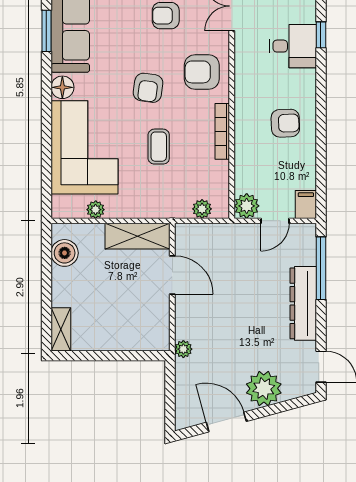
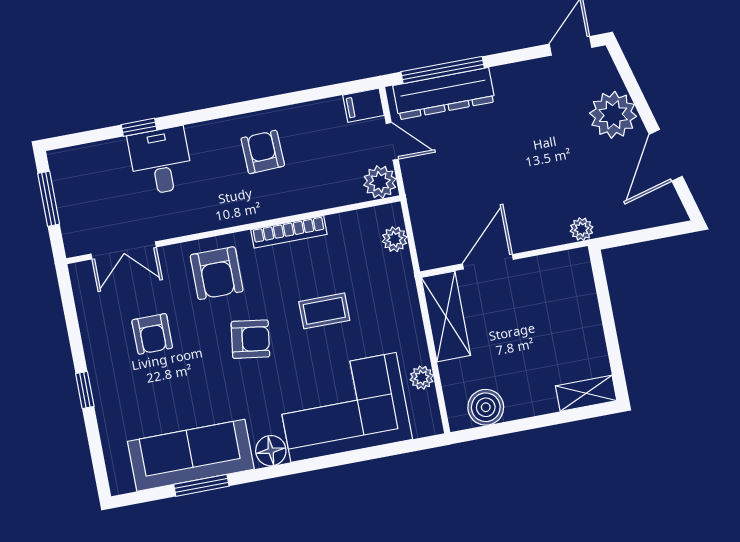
dresser: (303, 303) -> (444, 94), moved

